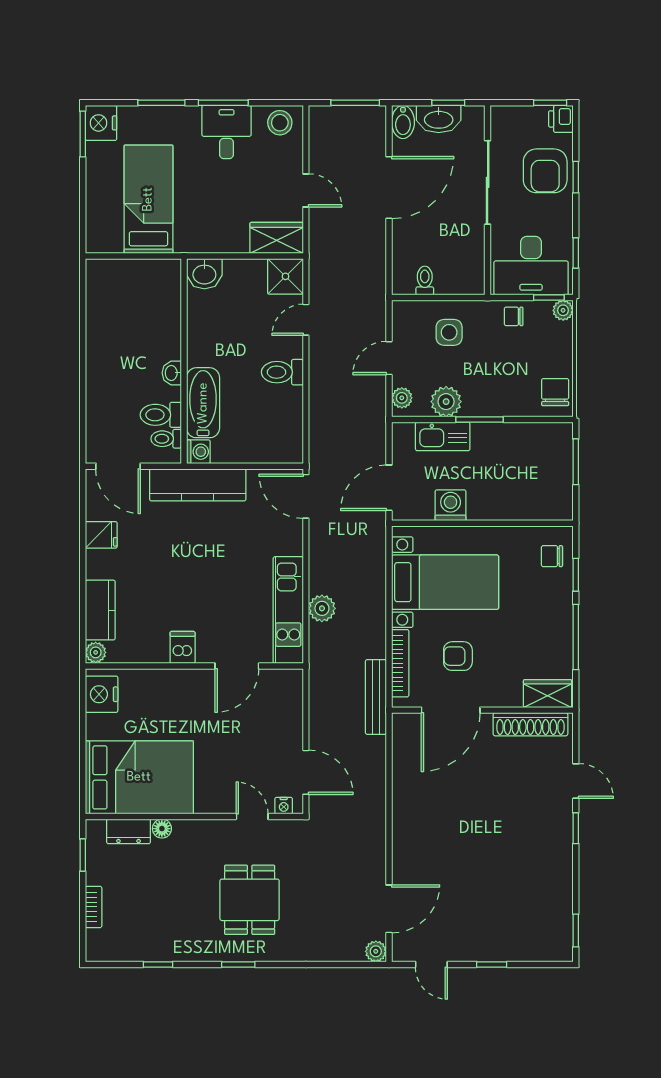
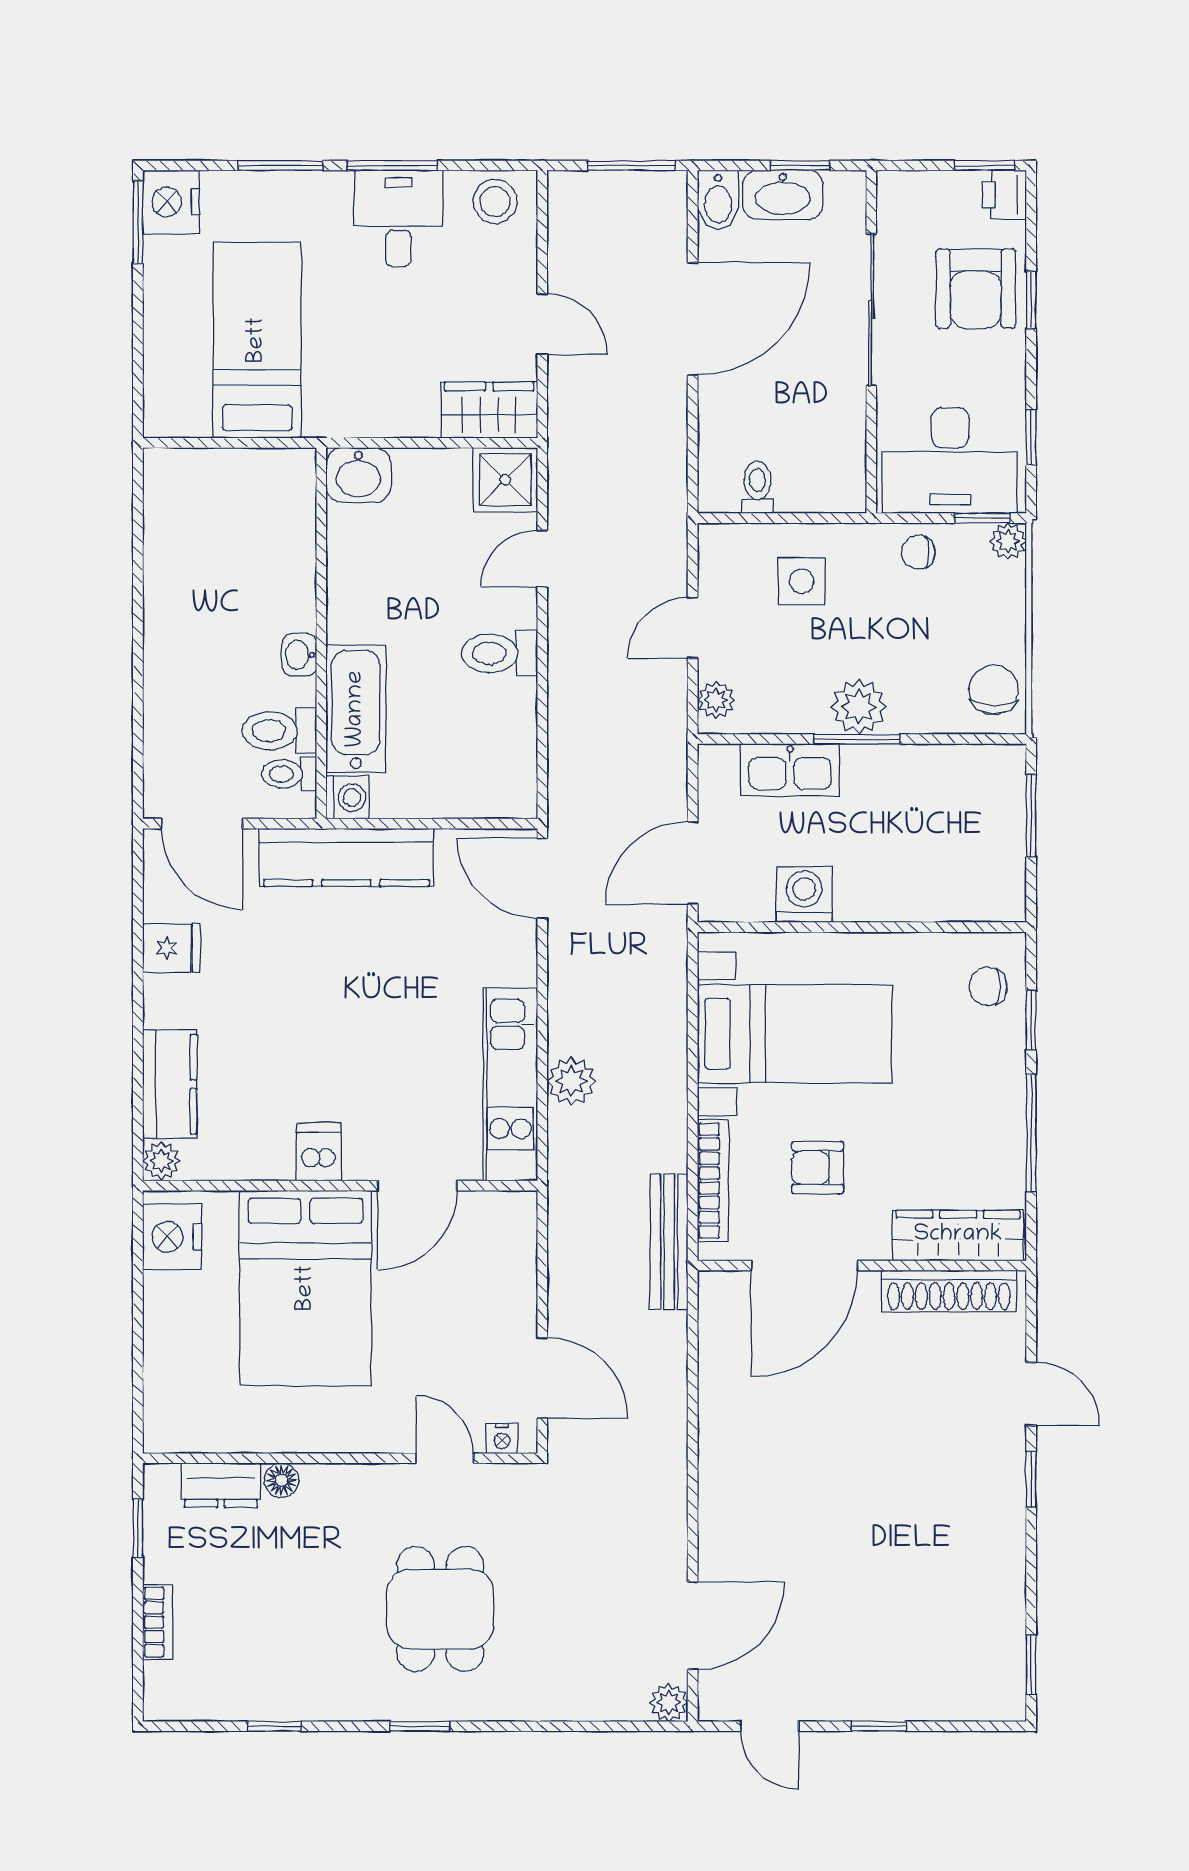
plant: (446, 402) -> (859, 707), moved
wardrobe: (548, 694) -> (958, 1235), width x1.50
bed: (139, 777) -> (306, 1288), moved, turned 90

